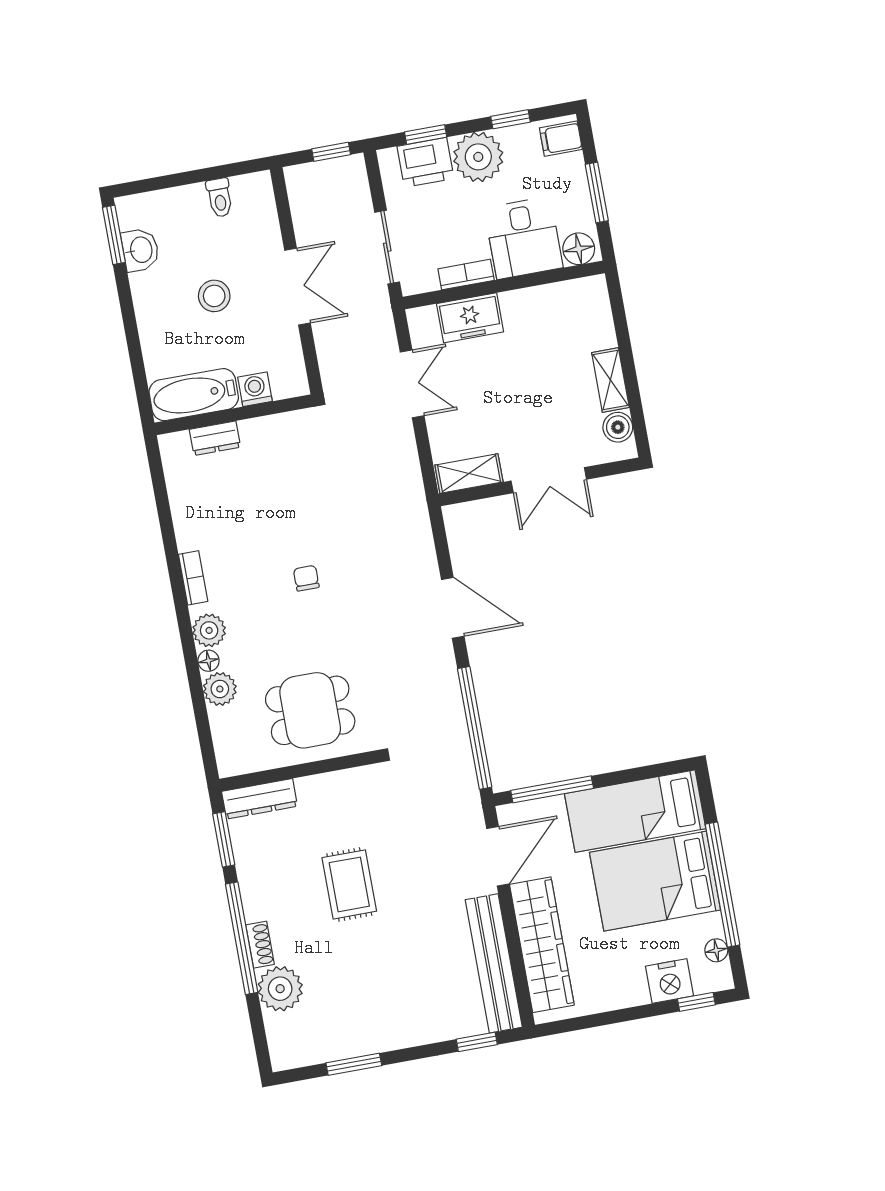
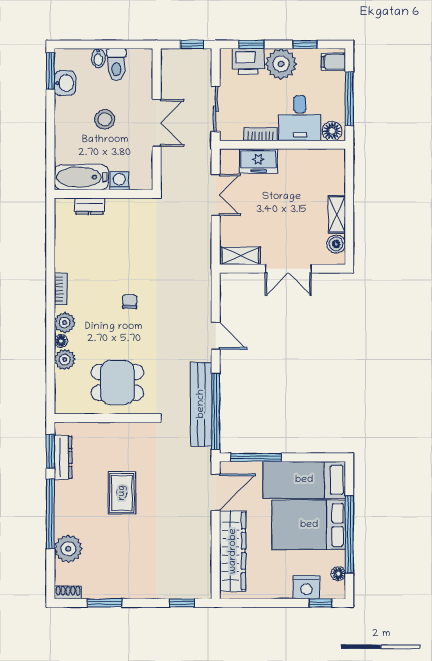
window: (597, 193) -> (349, 99), width x1.44
toilet: (220, 198) -> (116, 65), width x1.37, depth x1.39
bidet: (186, 201) -> (98, 58), added
door: (453, 608) -> (216, 336), width x0.73
dresser: (260, 799) -> (63, 457), moved, turned -90
shoe rack: (260, 945) -> (68, 592), moved, turned -90
bench: (494, 963) -> (201, 404), moved

